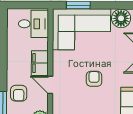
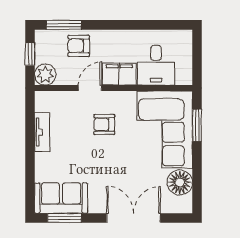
desk: (34, 24) -> (156, 65), moved
armchair: (94, 79) -> (104, 124), moved, turned 180

